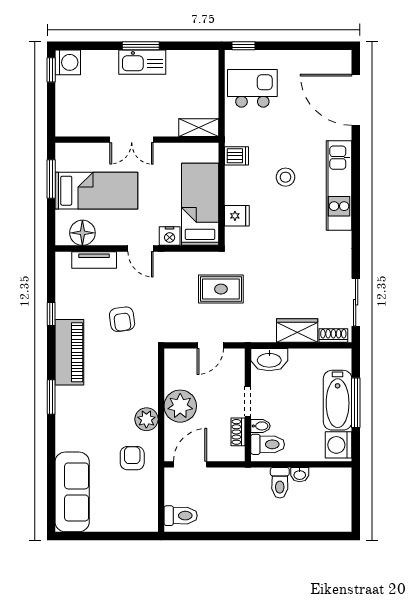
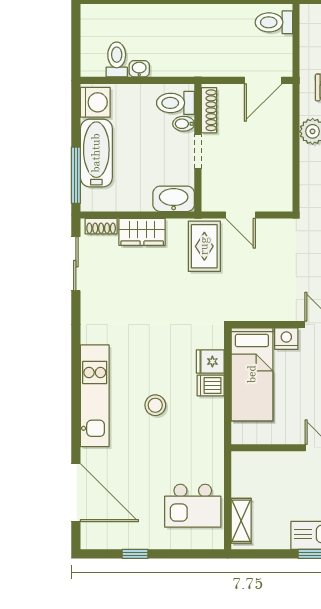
window: (243, 46) -> (135, 554), moved
shelving: (199, 128) -> (241, 521), moved, turned 90
dishwasher: (237, 156) -> (211, 385), moved
rug: (221, 289) -> (204, 246), moved, turned 90
door: (210, 345) -> (240, 215), swing flipped
window: (356, 403) -> (76, 175), moved
plant: (180, 406) -> (274, 146), removed
shoe rack: (238, 432) -> (209, 110), width x1.43
toilet: (280, 483) -> (117, 59), moved

